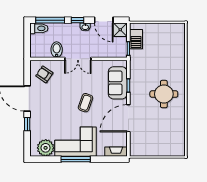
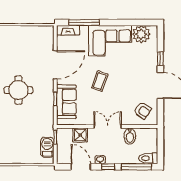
shower: (120, 30) -> (80, 135), moved
window: (76, 159) -> (84, 23), moved

